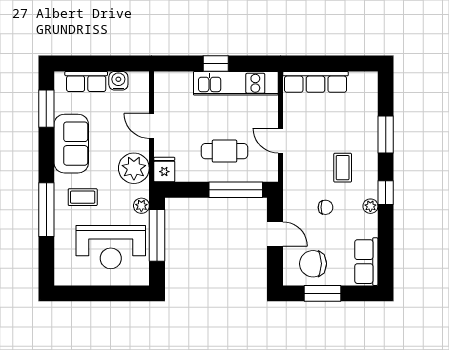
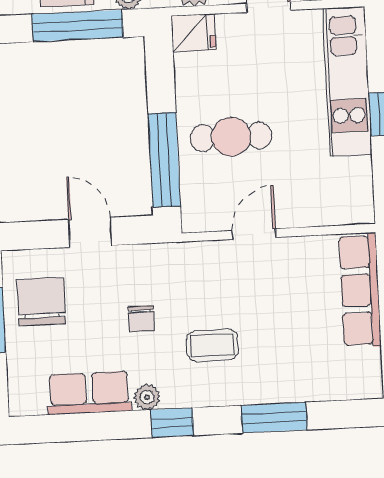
kitchen unit: (236, 83) -> (347, 81), moved
cafe table: (224, 151) -> (231, 137), turned 90
door: (275, 234) -> (90, 232), swing flipped
row of seats: (366, 262) -> (89, 393), moved

